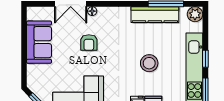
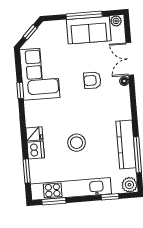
plant: (32, 14) -> (116, 21), added
window: (24, 46) -> (84, 15), added
window: (205, 59) -> (110, 197), moved

